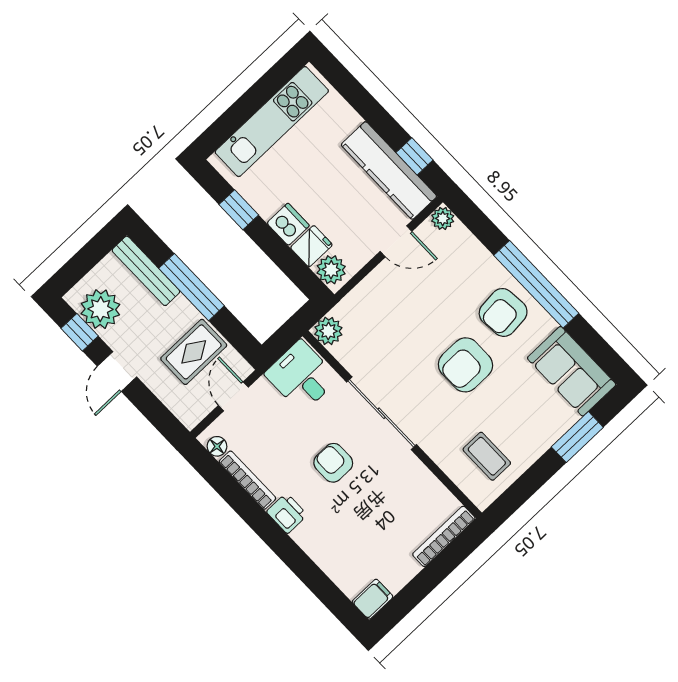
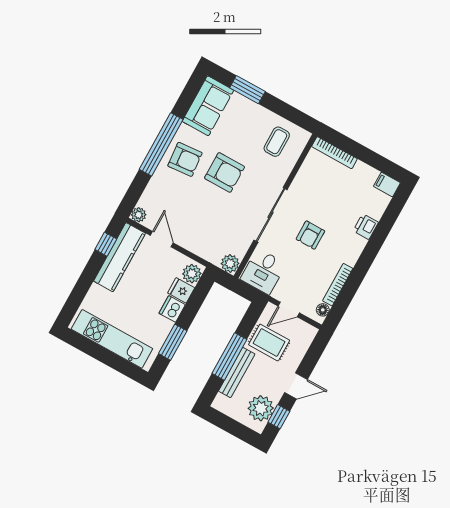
window: (239, 210) -> (173, 342), width x1.50
bench: (146, 271) -> (237, 373), moved
printer: (287, 513) -> (366, 227), moved

